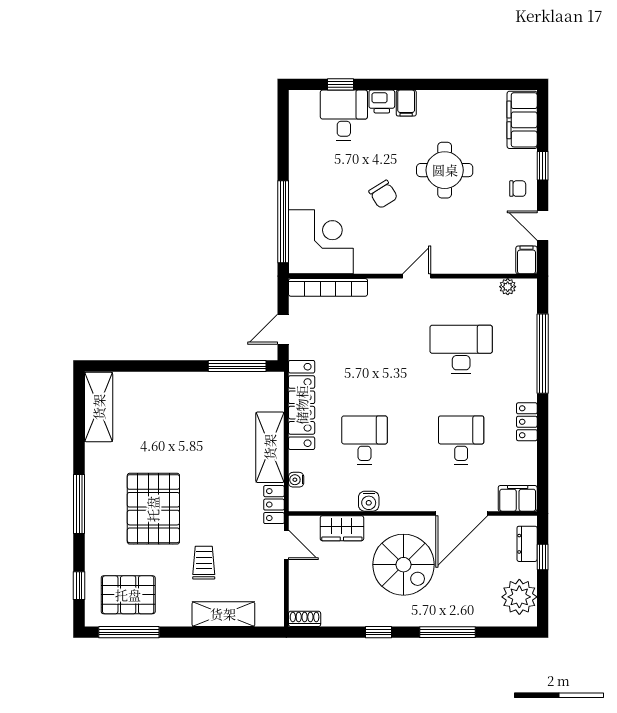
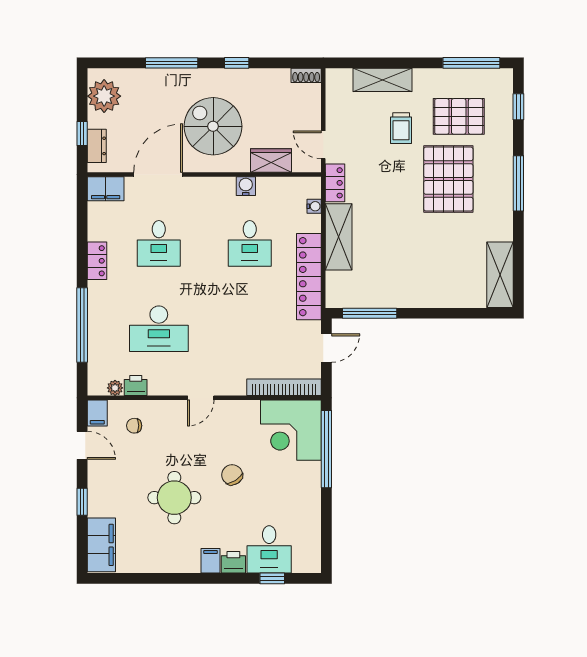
chair: (518, 189) -> (134, 426), moved
printer: (486, 289) -> (136, 385), added
pallet: (128, 595) -> (459, 116), moved

